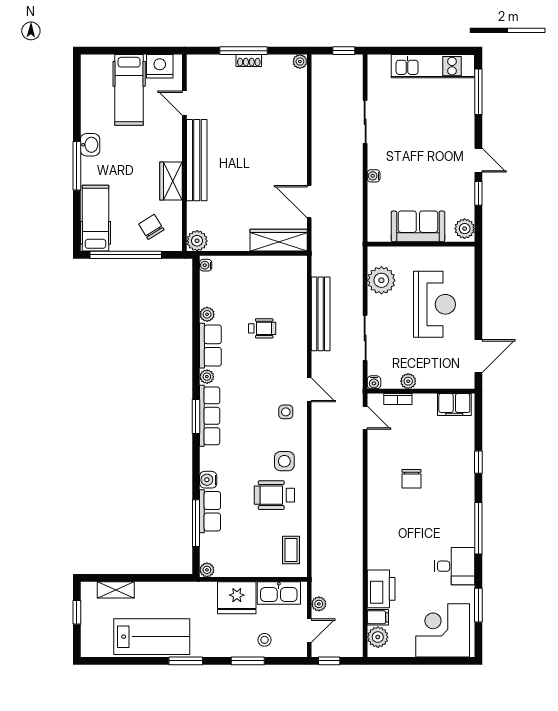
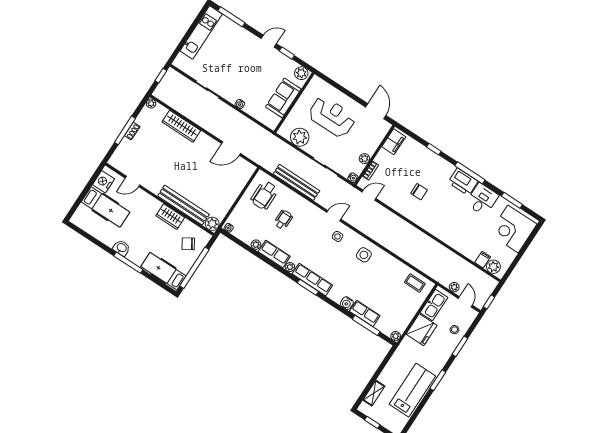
bench: (197, 160) -> (183, 205), moved
wardrobe: (279, 240) -> (181, 126), moved, turned -90
wheelchair: (274, 495) -> (264, 195), moved
printer: (381, 589) -> (463, 182), moved, turned 180

